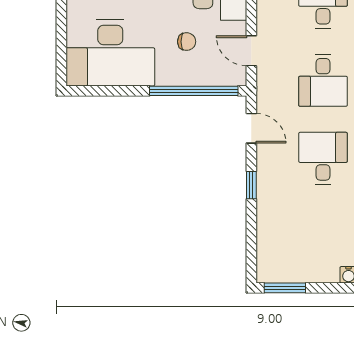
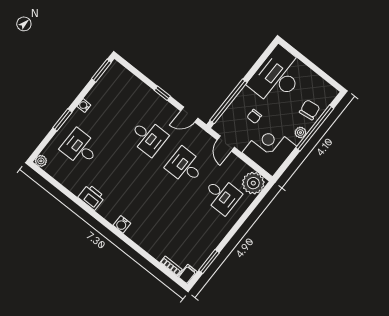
door: (251, 51) -> (226, 143), swing flipped

